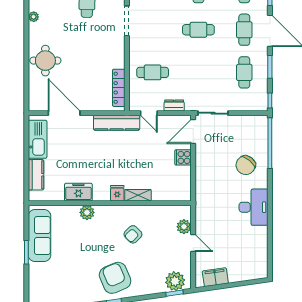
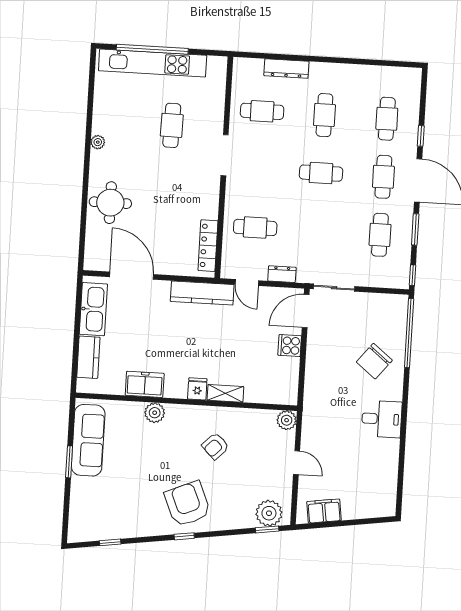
desk: (254, 207) -> (382, 419), width x0.73
plant: (184, 227) -> (287, 420), moved

